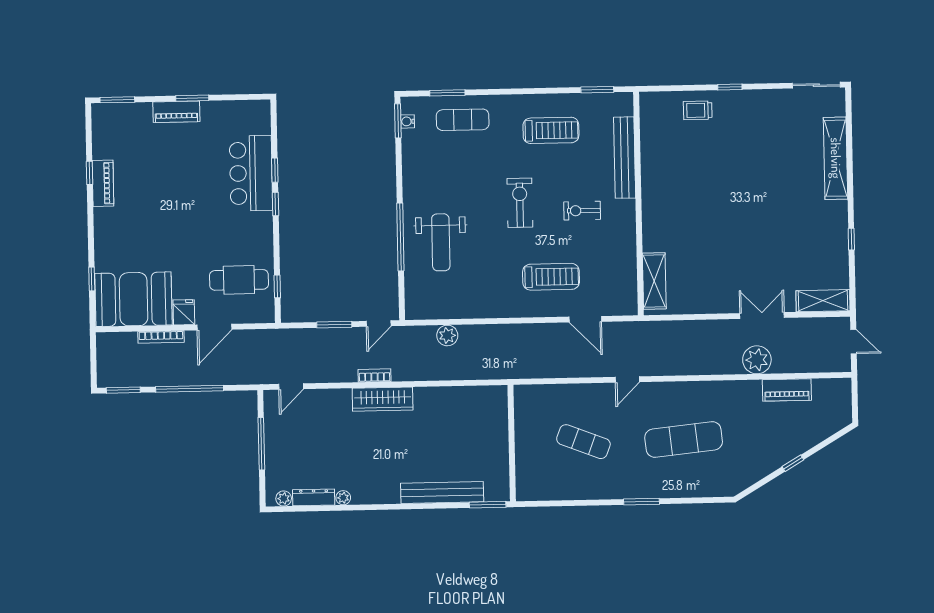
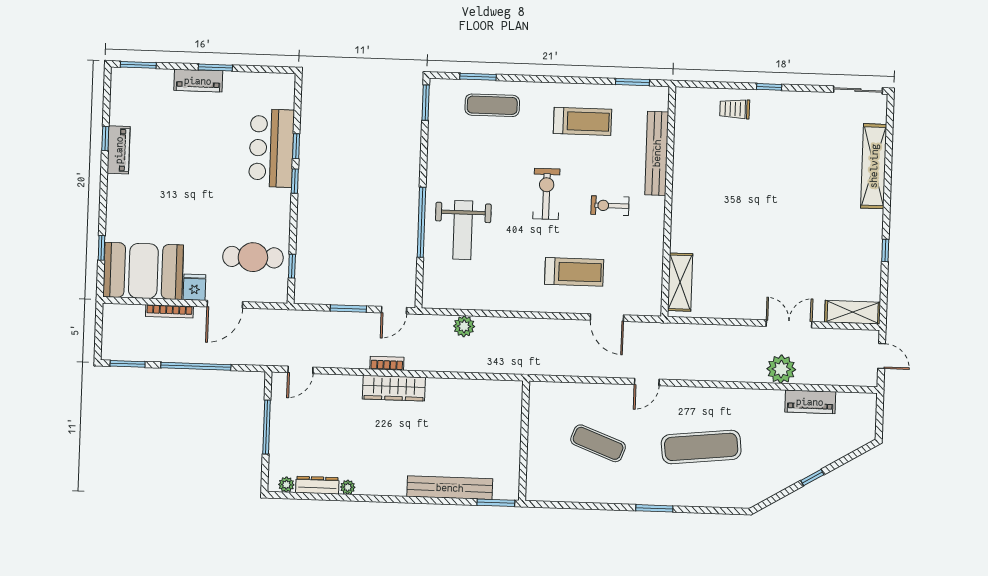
water cooler: (408, 121) -> (435, 104), removed

